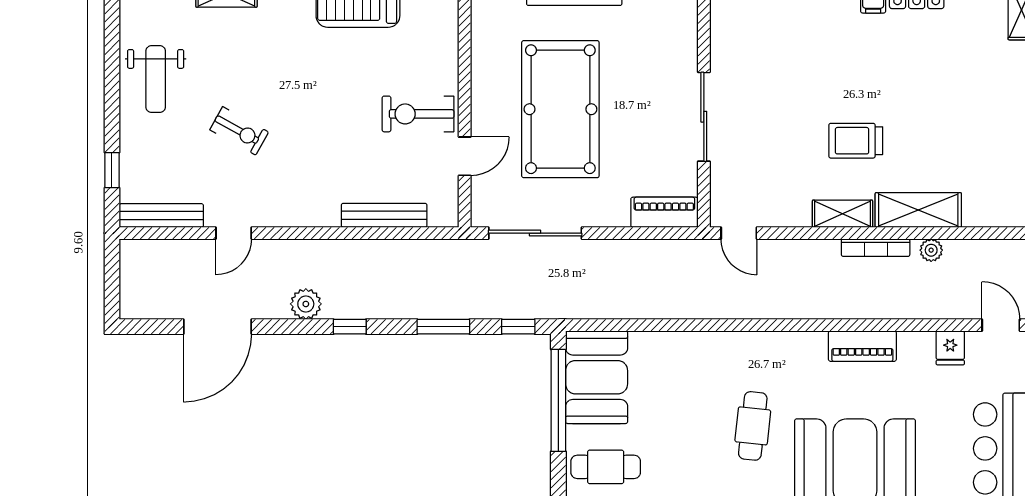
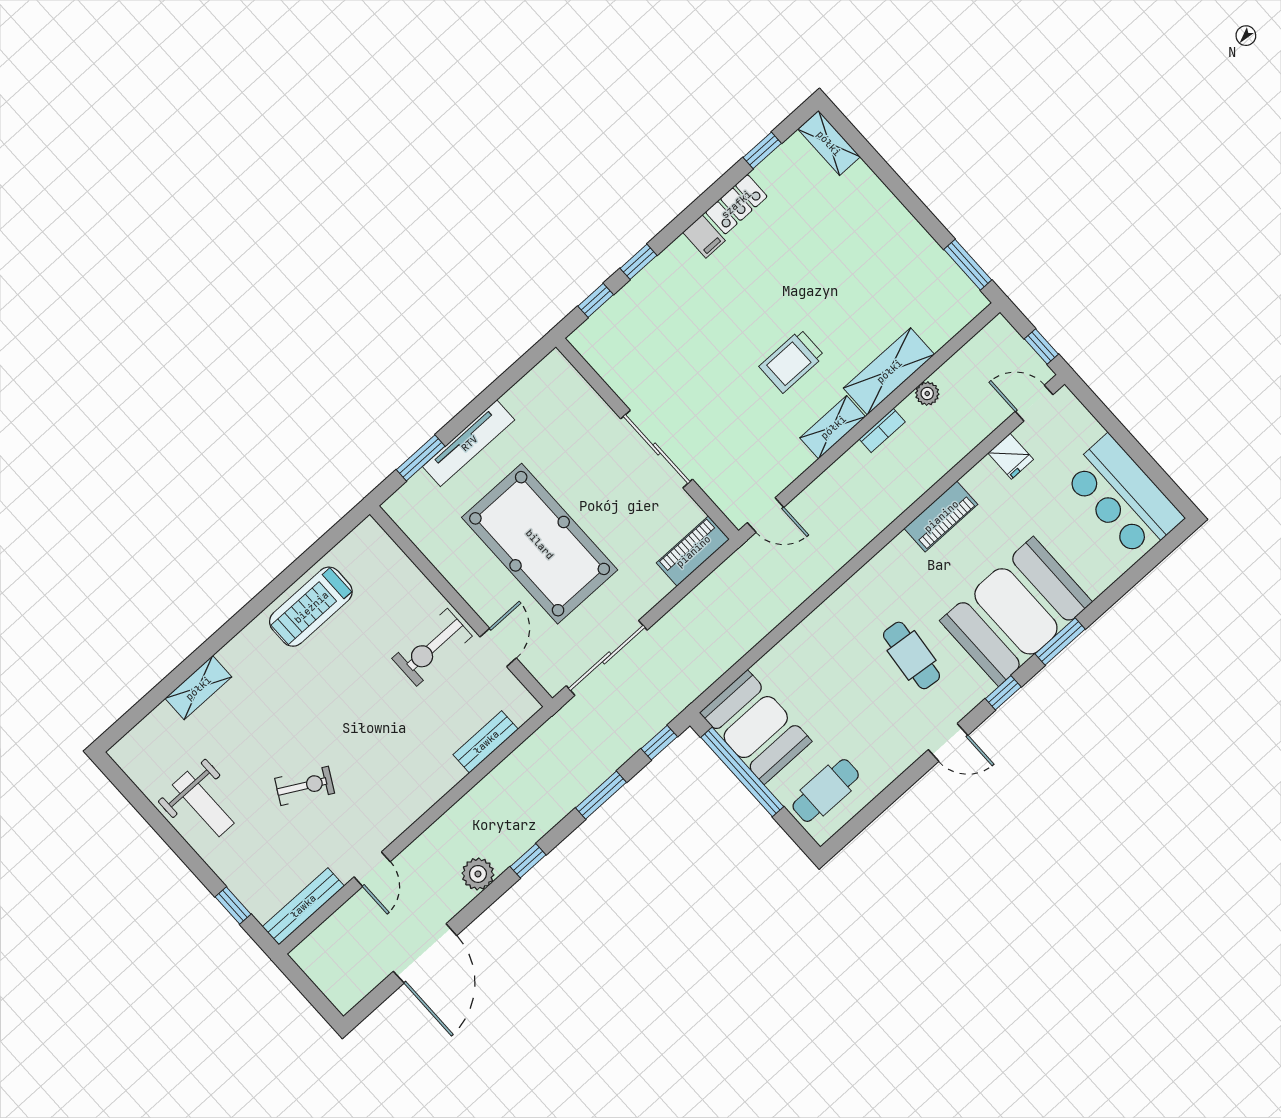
bench: (384, 215) -> (486, 742), width x0.73
bookcase: (876, 248) -> (882, 430), width x0.64

